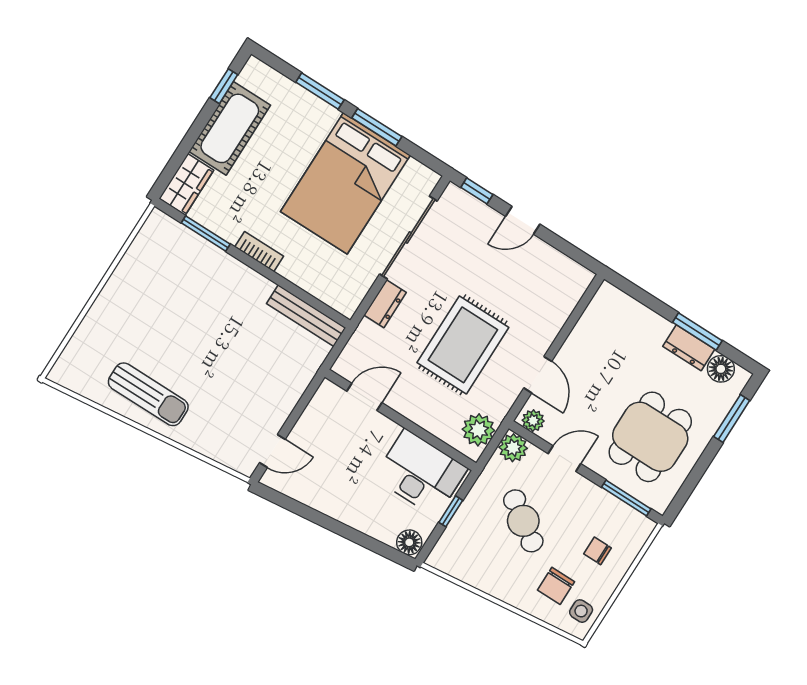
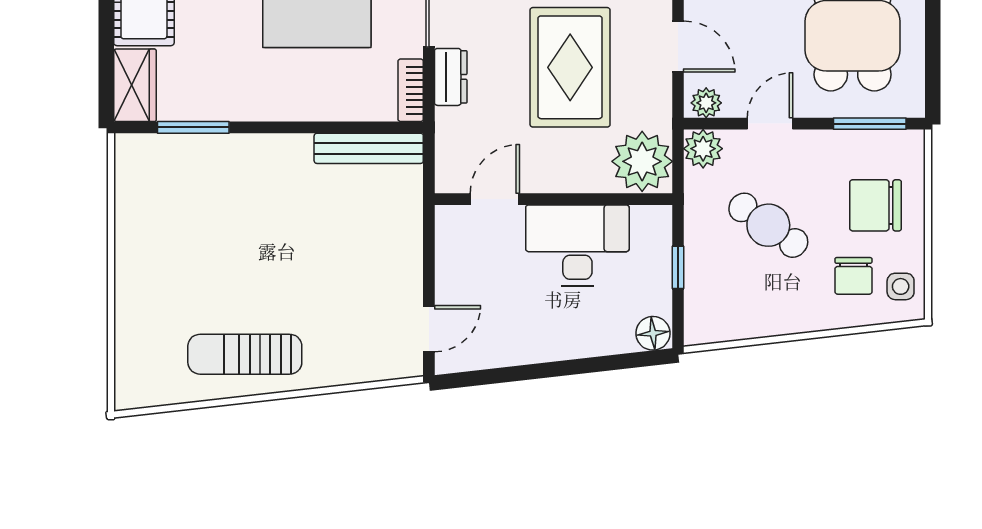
bookcase: (259, 252) -> (411, 90), moved, turned -90
sun lounger: (148, 394) -> (245, 354), turned 180
plant: (478, 430) -> (642, 161), width x1.36, depth x1.36
desk: (421, 473) -> (577, 245), moved
chair: (598, 551) -> (875, 205), width x1.87, depth x1.87

